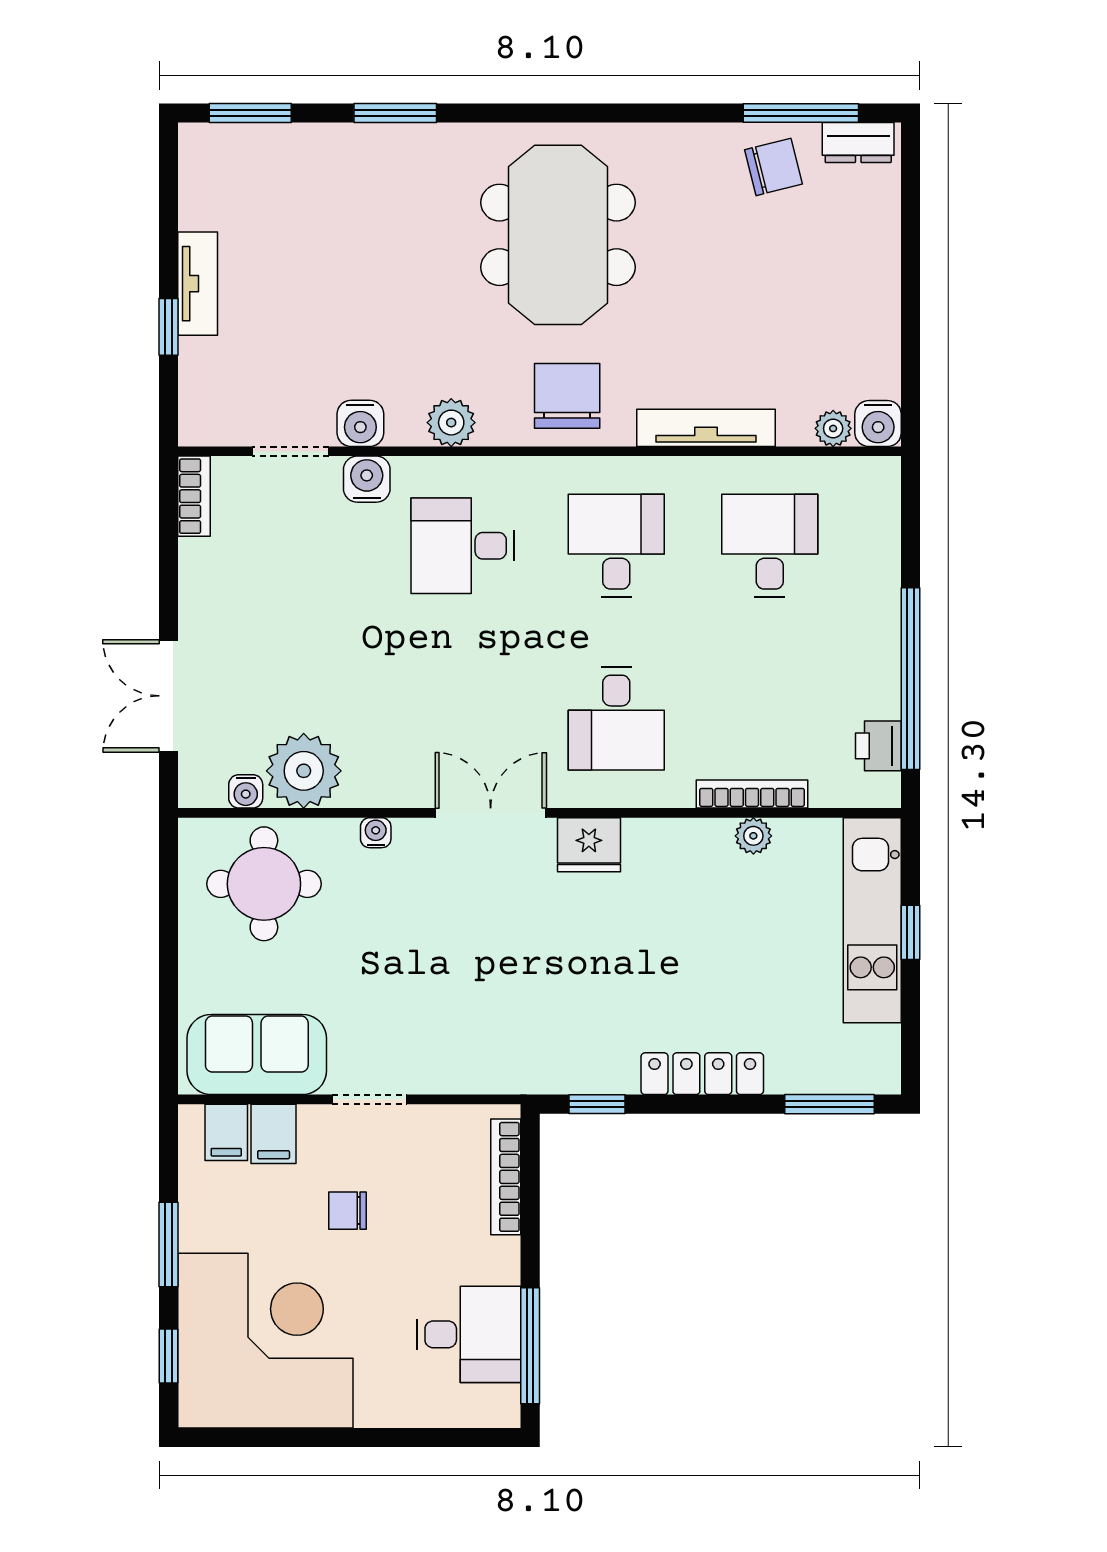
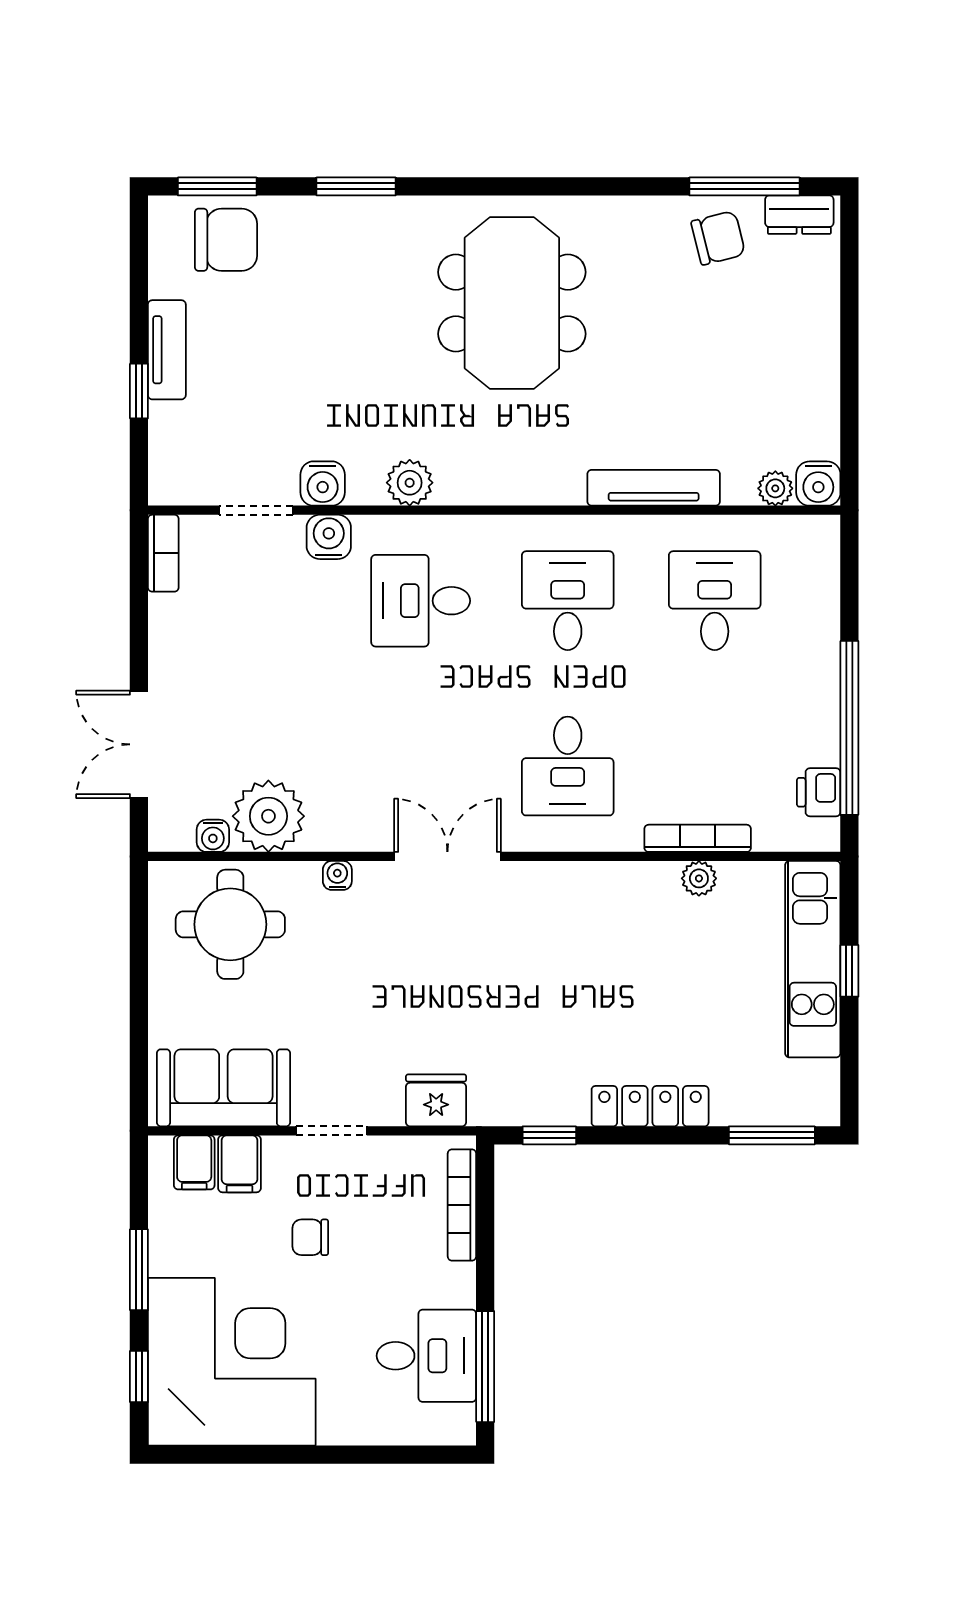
chair: (567, 396) -> (226, 240), moved, turned 90
fridge: (589, 845) -> (436, 1100), moved, turned 180

